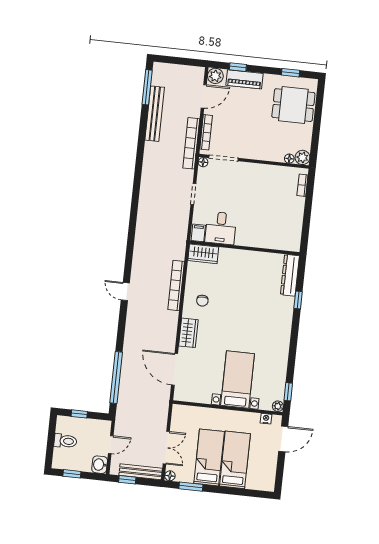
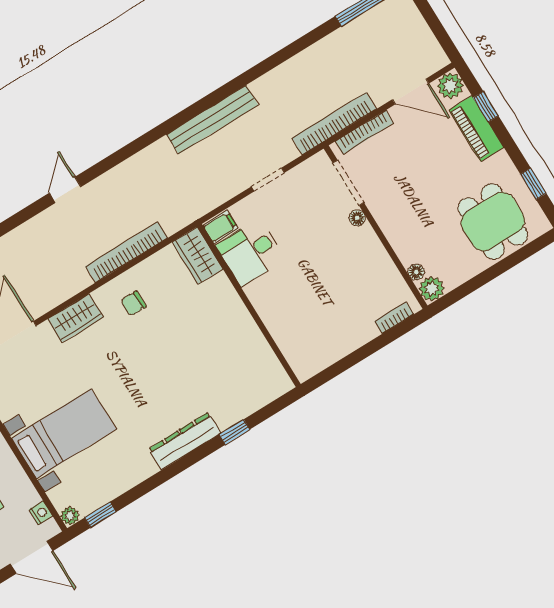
bench: (155, 114) -> (212, 120), moved
floor lamp: (203, 162) -> (357, 218), moved
dresser: (290, 275) -> (185, 441), moved

